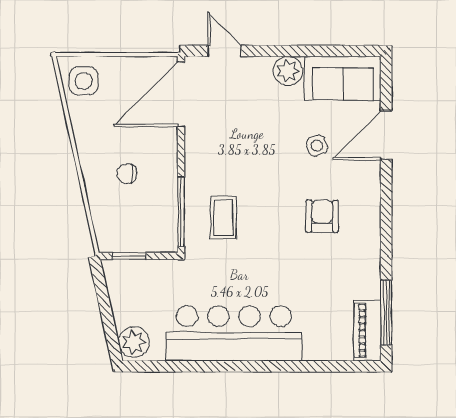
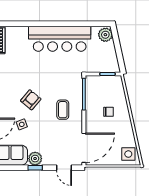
window: (288, 51) -> (35, 168), added
armchair: (322, 216) -> (31, 100), moved, turned -140
coffee table: (223, 218) -> (63, 110), moved

